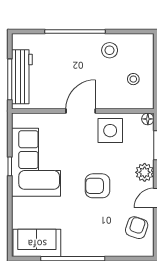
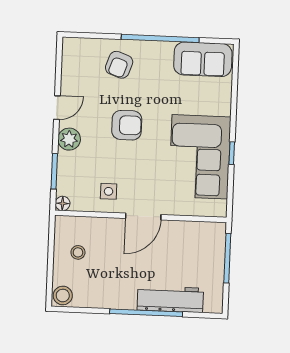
stool: (110, 50) -> (63, 295), moved
workbench: (22, 77) -> (170, 299), moved, turned 90
side table: (110, 131) -> (109, 191), width x0.54, depth x0.54
armchair: (137, 228) -> (119, 65), moved

